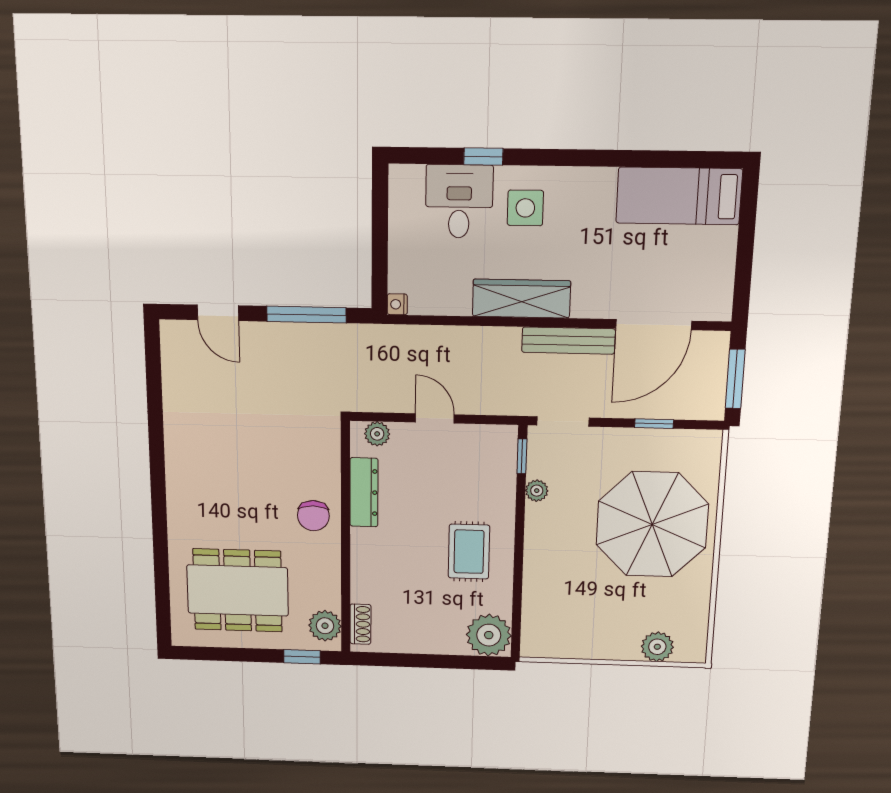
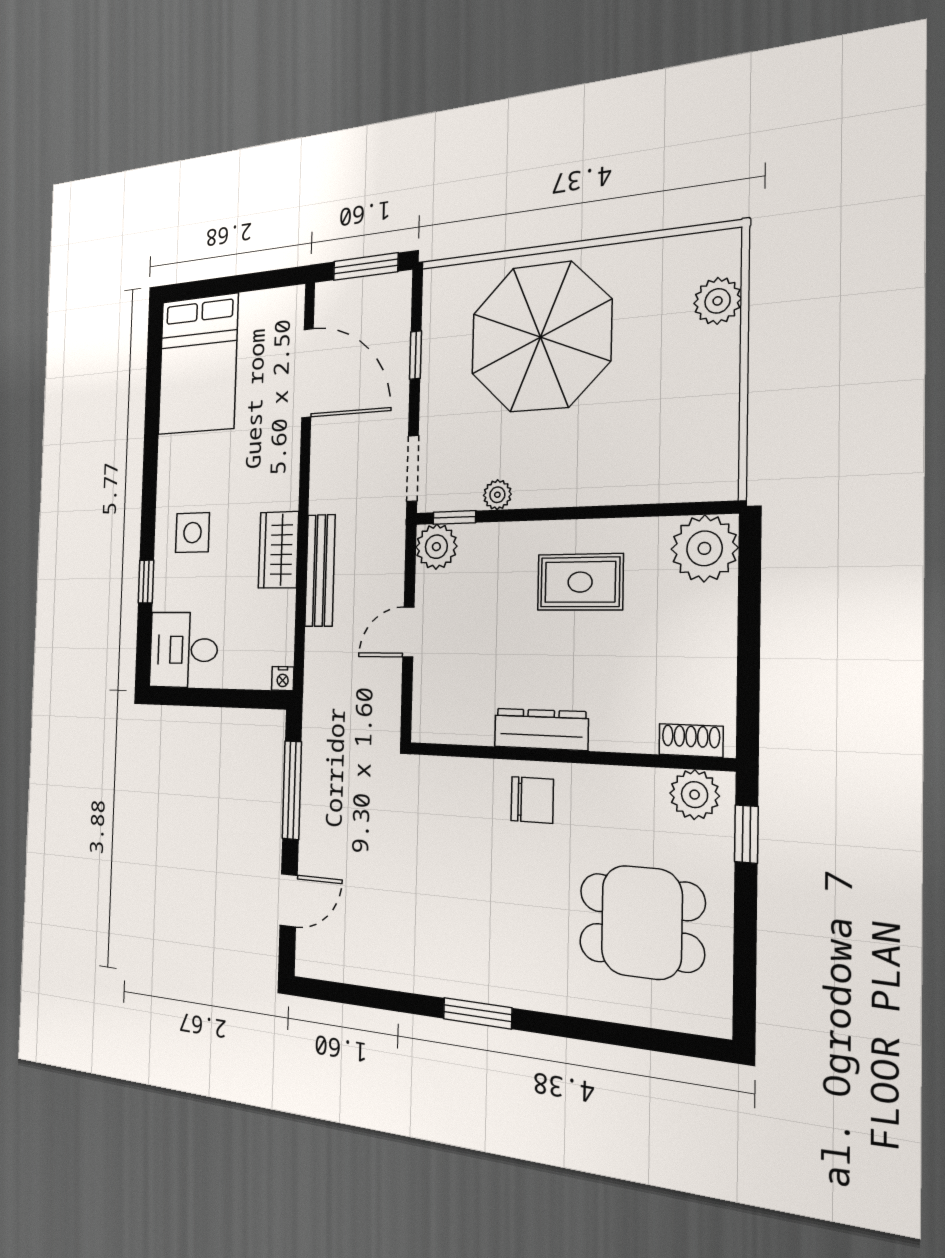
bed: (679, 196) -> (198, 365), width x1.50
desk: (459, 201) -> (183, 650), moved
wardrobe: (521, 299) -> (278, 550), width x0.67
bench: (568, 341) -> (320, 570), moved
plant: (377, 434) -> (436, 547), moved, width x1.38, depth x1.38
window: (158, 474) -> (477, 1013), added
dresser: (364, 492) -> (541, 729), moved
dining table: (238, 590) -> (642, 922), width x0.73

